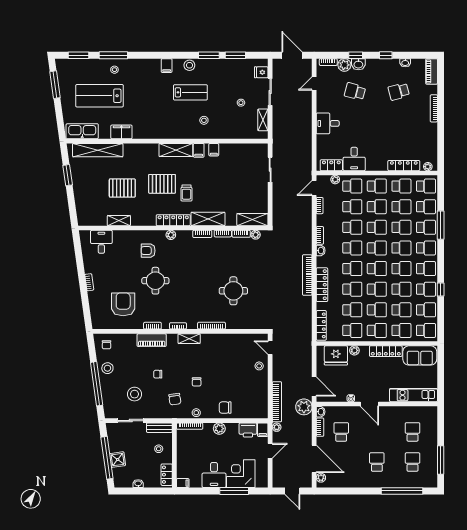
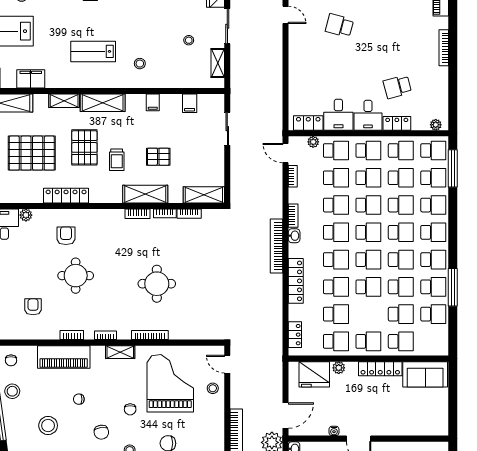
door: (314, 83) -> (285, 15), swing flipped
school desk: (399, 91) -> (397, 87), moved
lab bench: (190, 92) -> (93, 51), moved, turned 180
desk: (328, 123) -> (368, 115), moved, turned -90
filing cabinet: (199, 150) -> (190, 103), moved
locker: (404, 166) -> (397, 123), width x0.66
pallet: (162, 184) -> (84, 147), turned 90
pallet: (122, 188) -> (32, 153), width x1.37, depth x1.41
door: (314, 188) -> (285, 153), hinge flipped
pallet: (218, 191) -> (158, 157), added
locker: (173, 220) -> (66, 196), moved
shelving: (119, 221) -> (64, 101), moved
window: (441, 225) -> (453, 168), moved
plant: (171, 235) -> (26, 215), moved
plant: (256, 235) -> (208, 215), removed
armchair: (148, 251) -> (66, 236), turned 90
bookcase: (307, 275) -> (276, 246), moved
window: (441, 290) -> (453, 287), width x2.17
round table: (233, 291) -> (157, 284), moved
armchair: (123, 304) -> (33, 307), width x0.53, depth x0.53
school desk: (377, 310) -> (368, 314), removed
locker: (321, 325) -> (295, 335), width x0.66
school desk: (426, 330) -> (433, 341), removed
piano: (152, 340) -> (64, 357), width x1.37, depth x1.33
grand piano: (227, 362) -> (170, 383), added
door: (314, 387) -> (285, 415), hinge flipped
kitchen unit: (413, 395) -> (417, 427), removed

